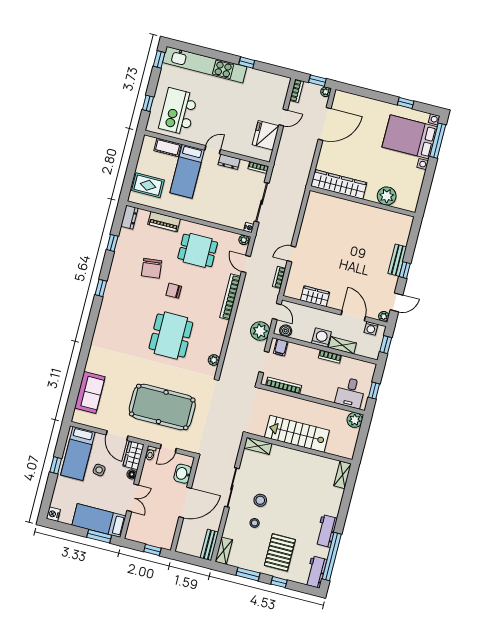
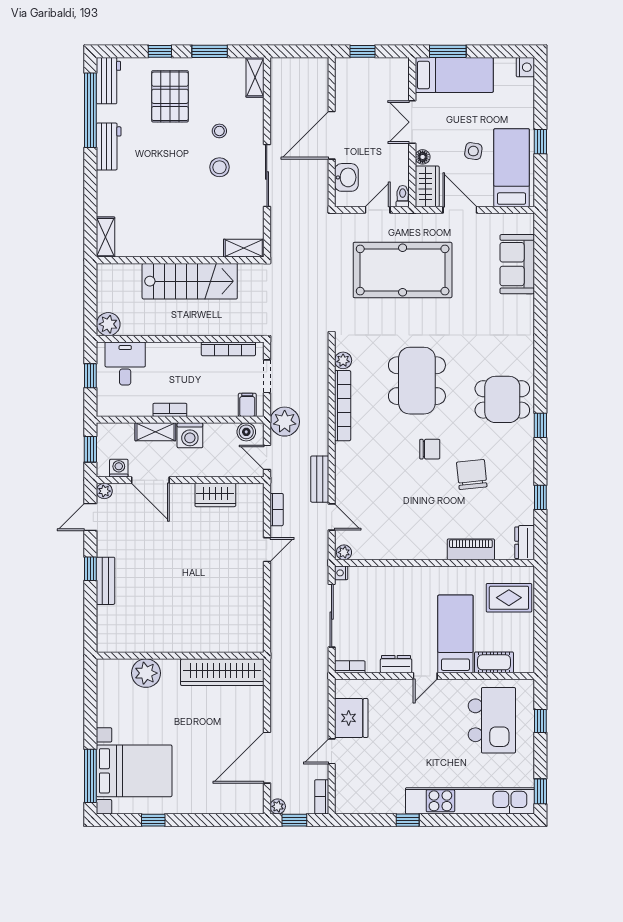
dining table: (198, 250) -> (502, 399), moved
bookcase: (230, 297) -> (343, 406), moved
bench: (209, 545) -> (320, 479), moved

